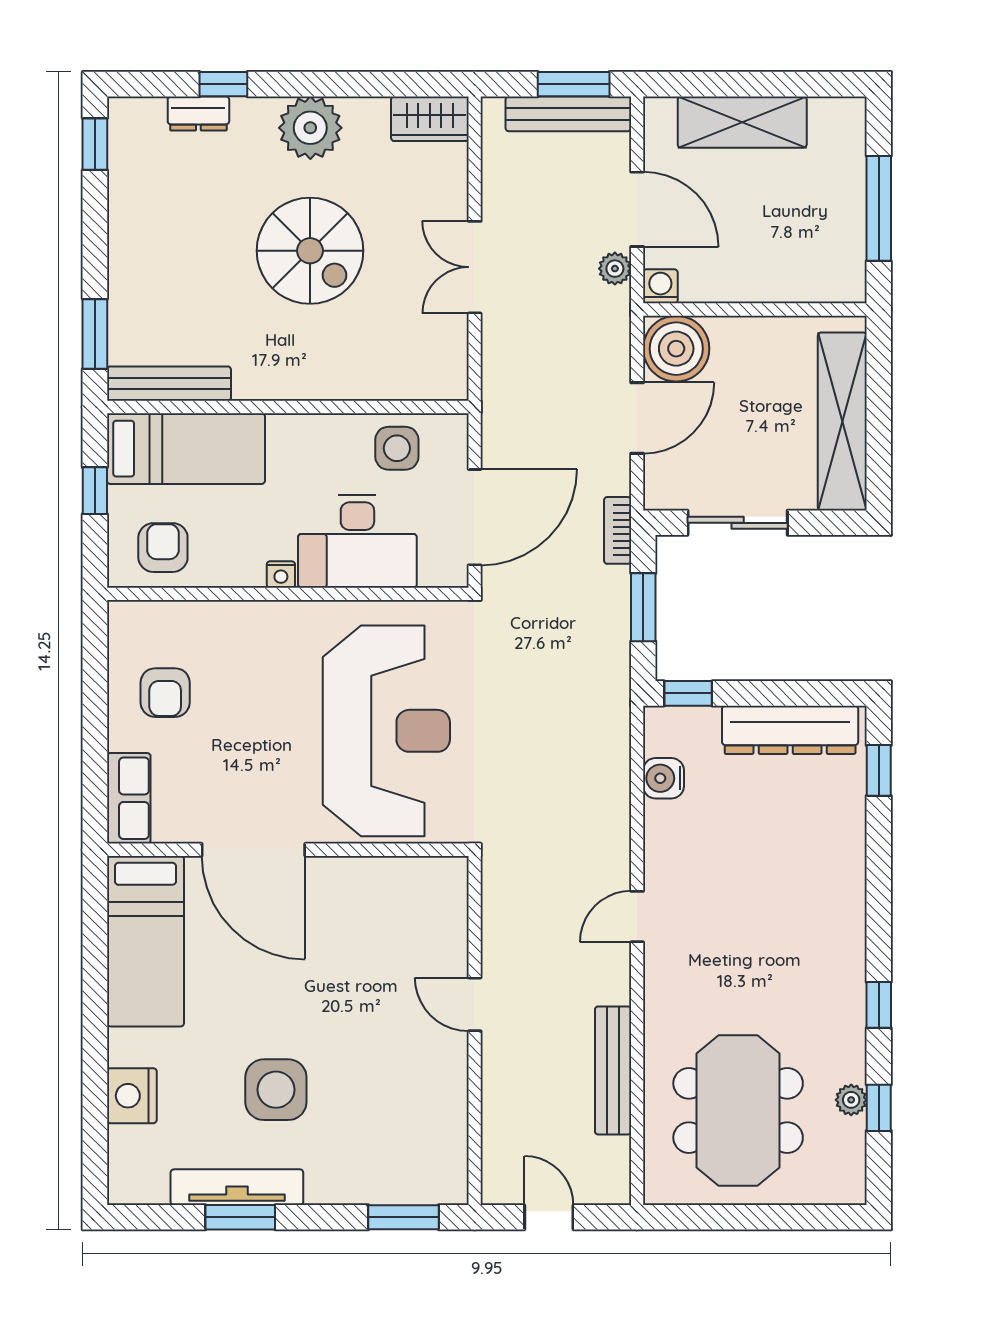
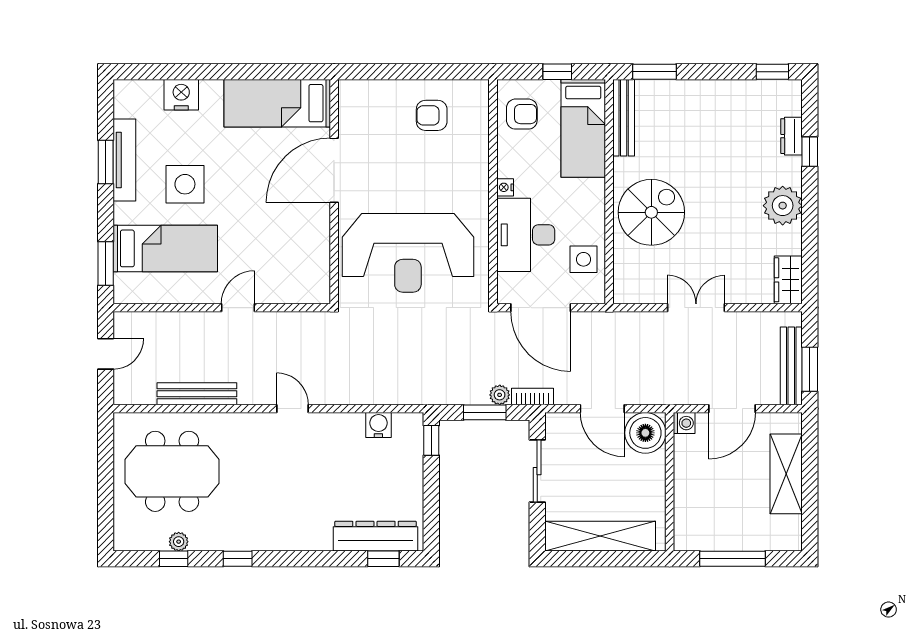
spiral stairs: (310, 251) -> (651, 212), moved, turned 180
plant: (615, 269) -> (500, 395), moved
dresser: (790, 730) -> (376, 536), moved, turned 90
row of seats: (129, 798) -> (366, 93), removed
bed: (379, 1121) -> (165, 248), added

